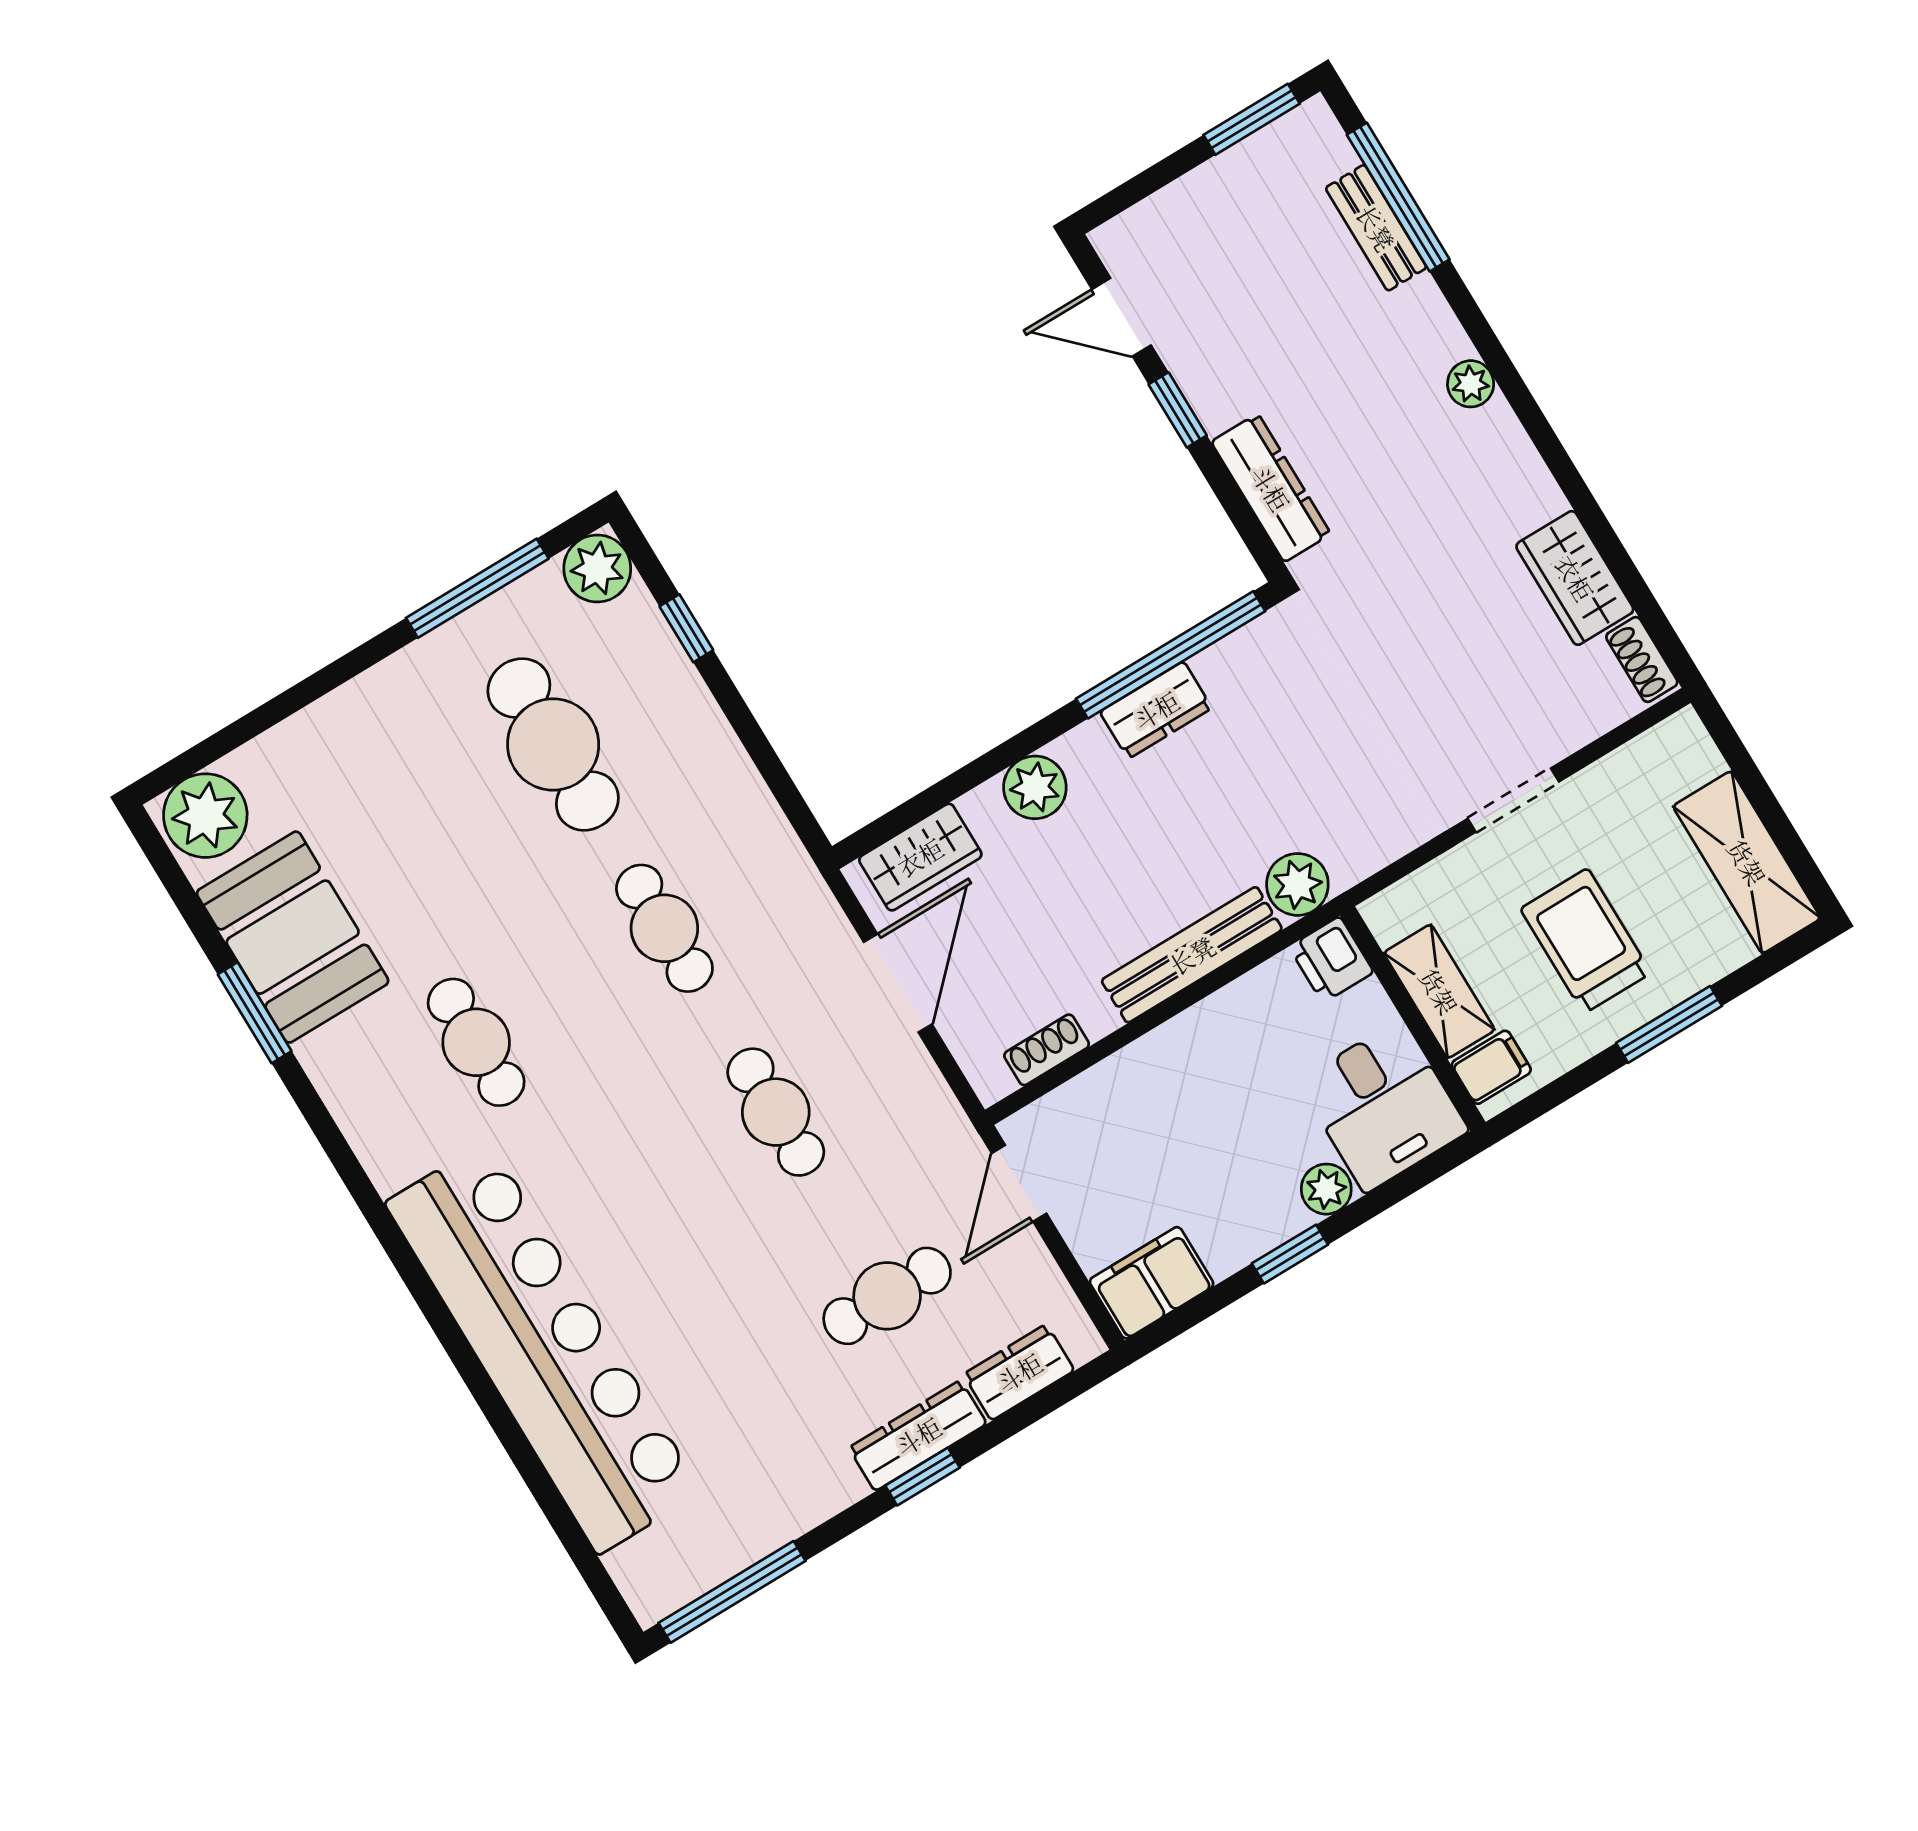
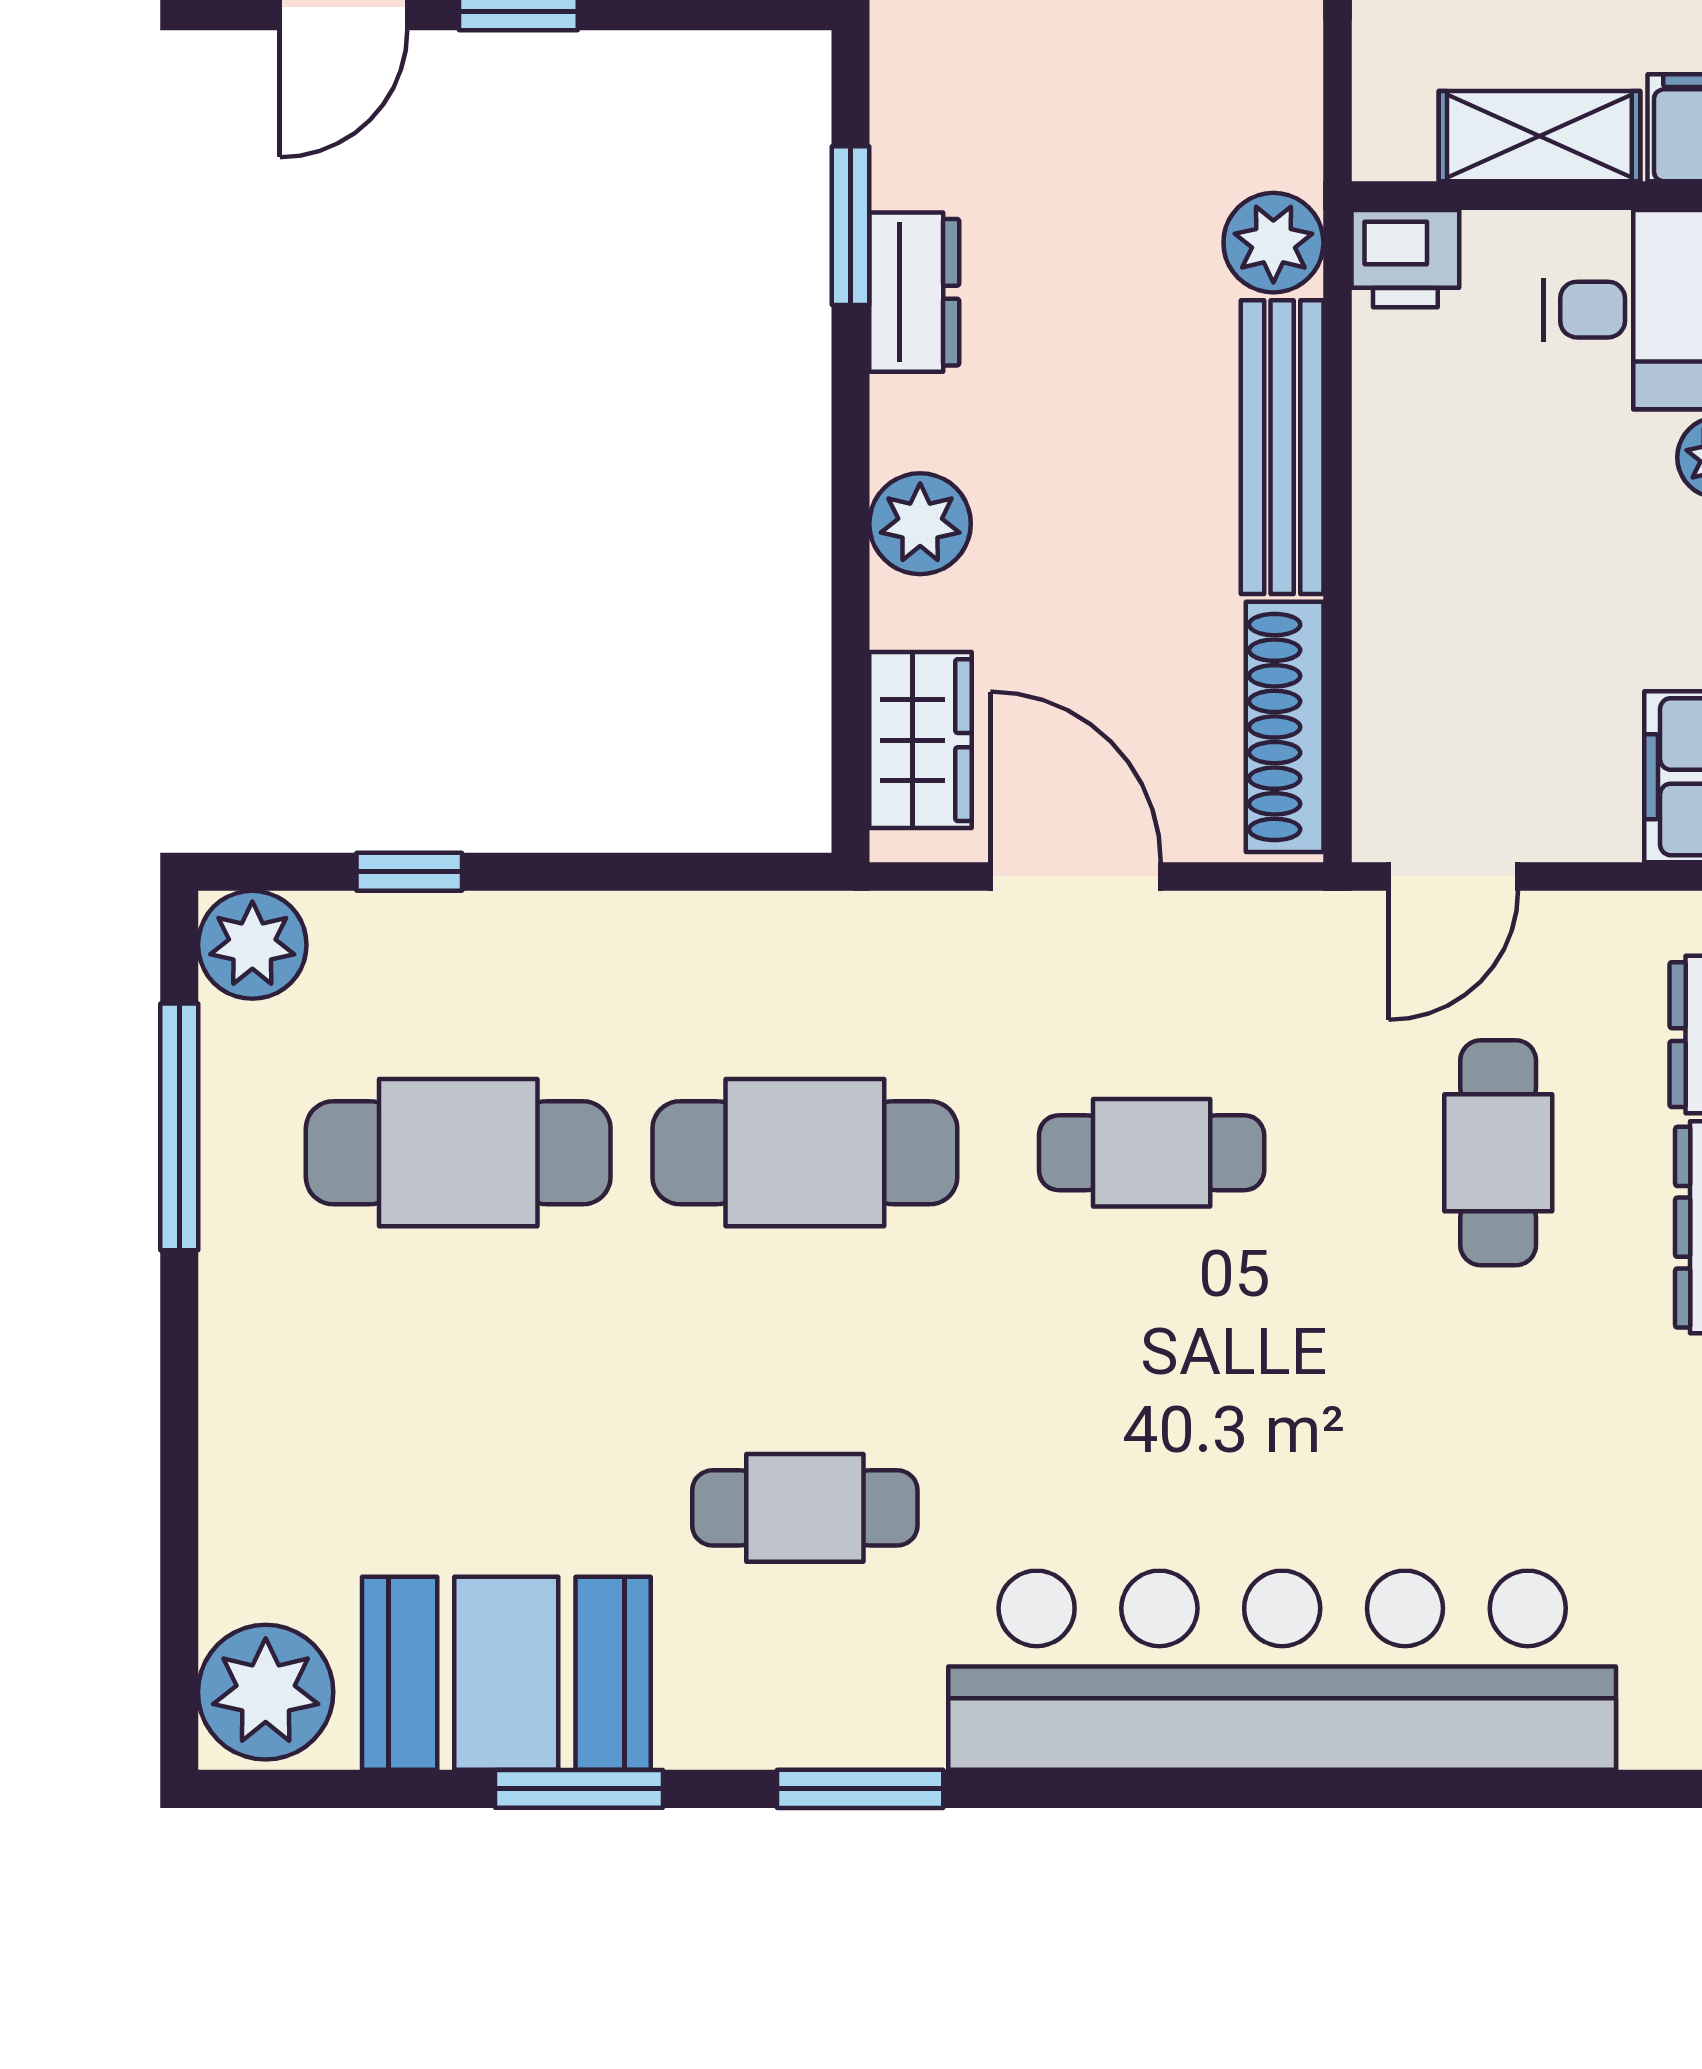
window: (1171, 655) -> (851, 226), width x0.47
cafe table: (664, 928) -> (805, 1153), width x1.37, depth x1.35
shoe rack: (1047, 1050) -> (1285, 727), width x1.94, depth x1.24
window: (345, 1162) -> (860, 1789), added
door: (1019, 1183) -> (1453, 876), hinge flipped

